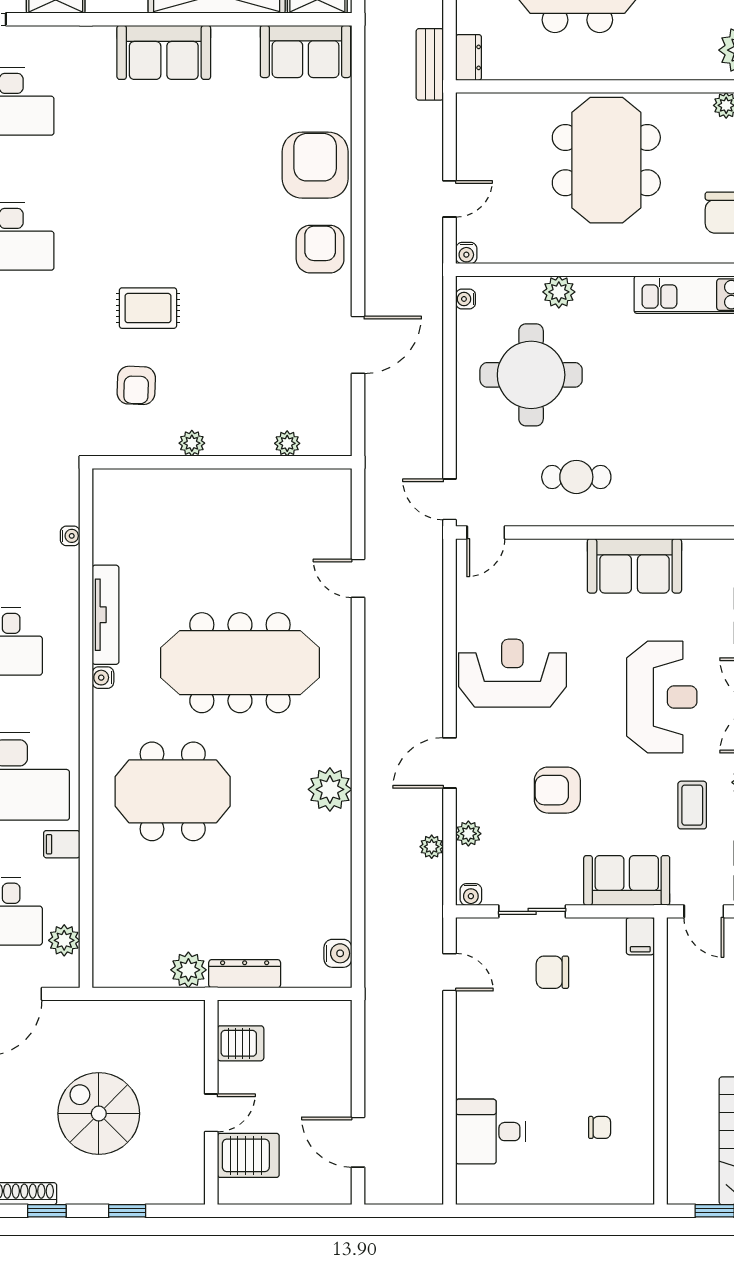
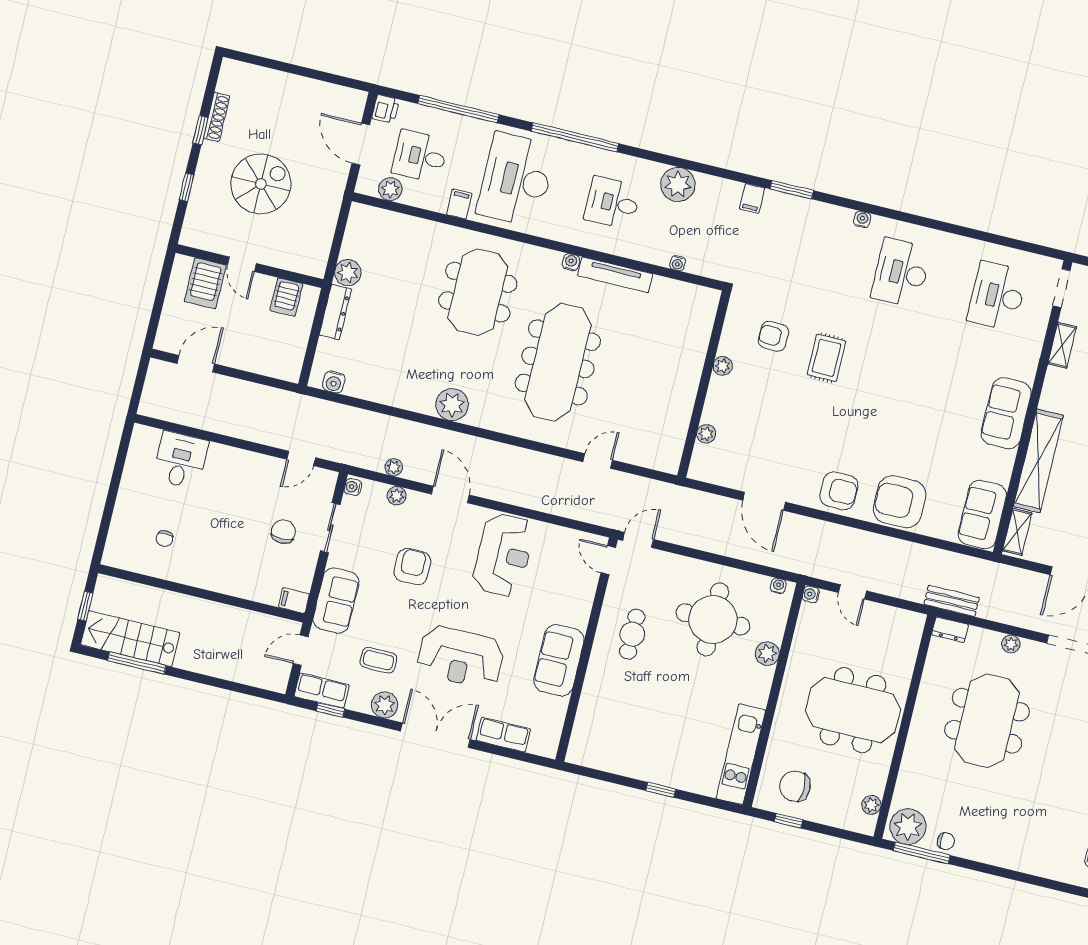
armchair: (315, 165) -> (900, 502), turned 180

